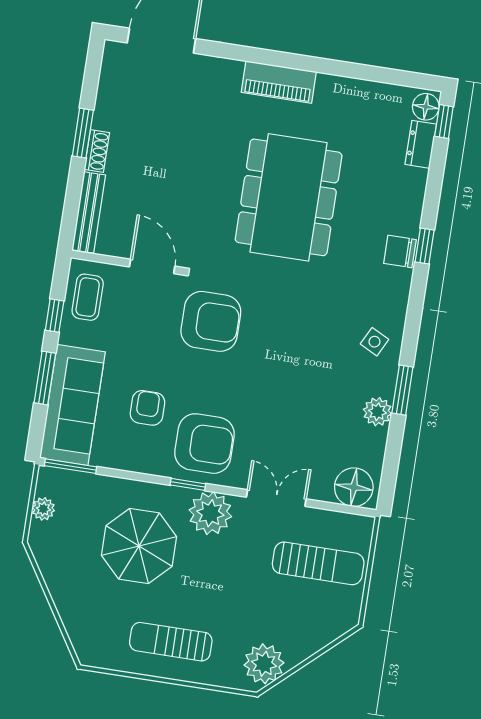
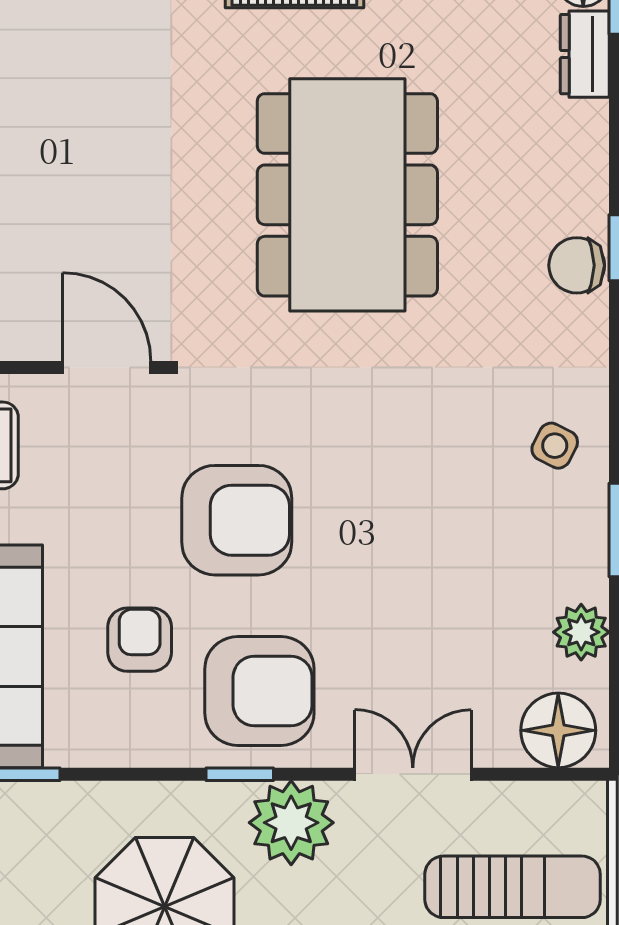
armchair: (211, 321) -> (237, 520), moved
plant: (377, 412) -> (581, 632), moved

